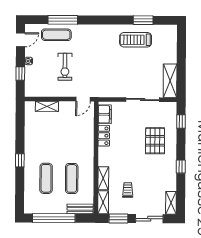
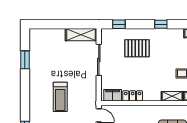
treadmill: (136, 40) -> (60, 97), moved

